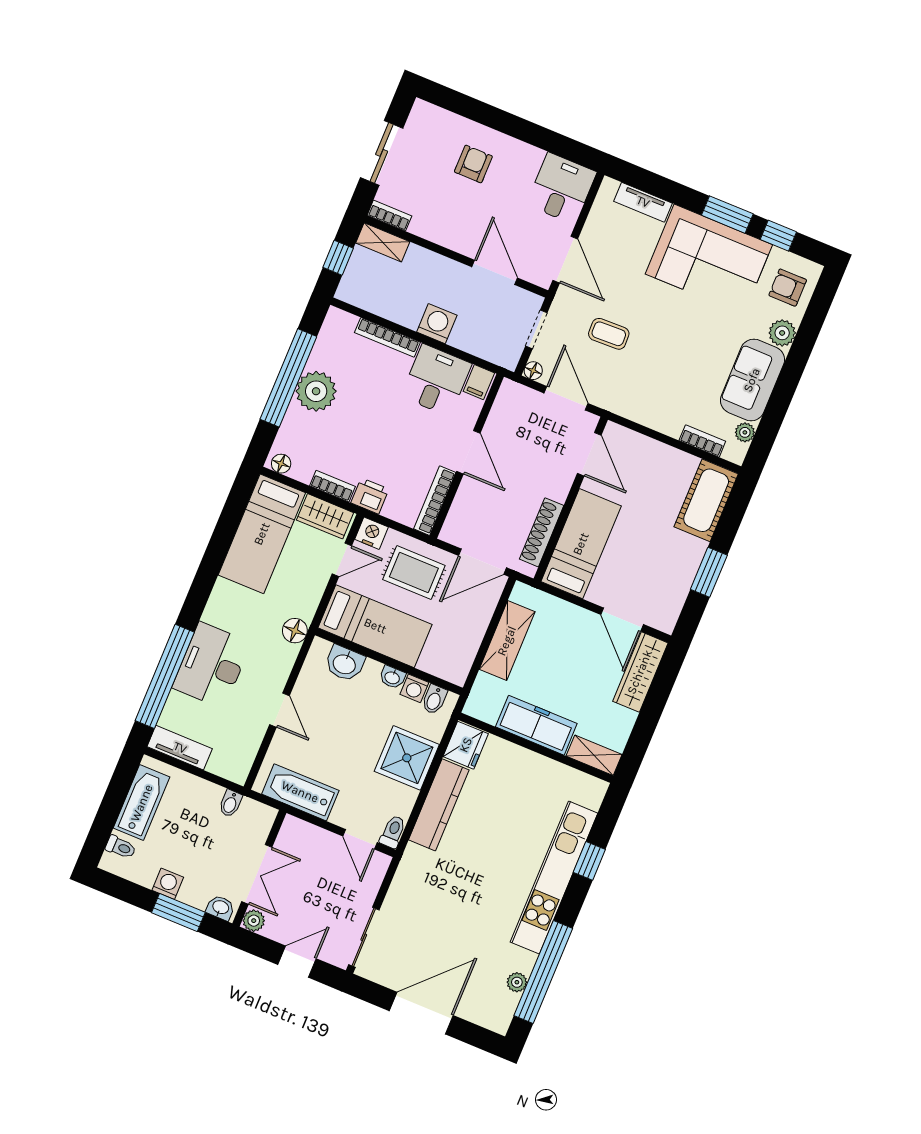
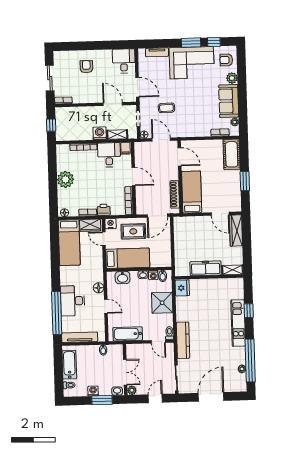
shelving: (383, 242) -> (117, 135), moved
window: (288, 378) -> (53, 179), removed
door: (342, 560) -> (104, 239), swing flipped
floor lamp: (295, 631) -> (99, 288), moved
shelving: (507, 641) -> (180, 241), removed
tv unit: (180, 748) -> (80, 337), width x1.41
kitchen counter: (439, 805) -> (183, 340), moved
kitchen unit: (554, 878) -> (238, 323), width x0.73

